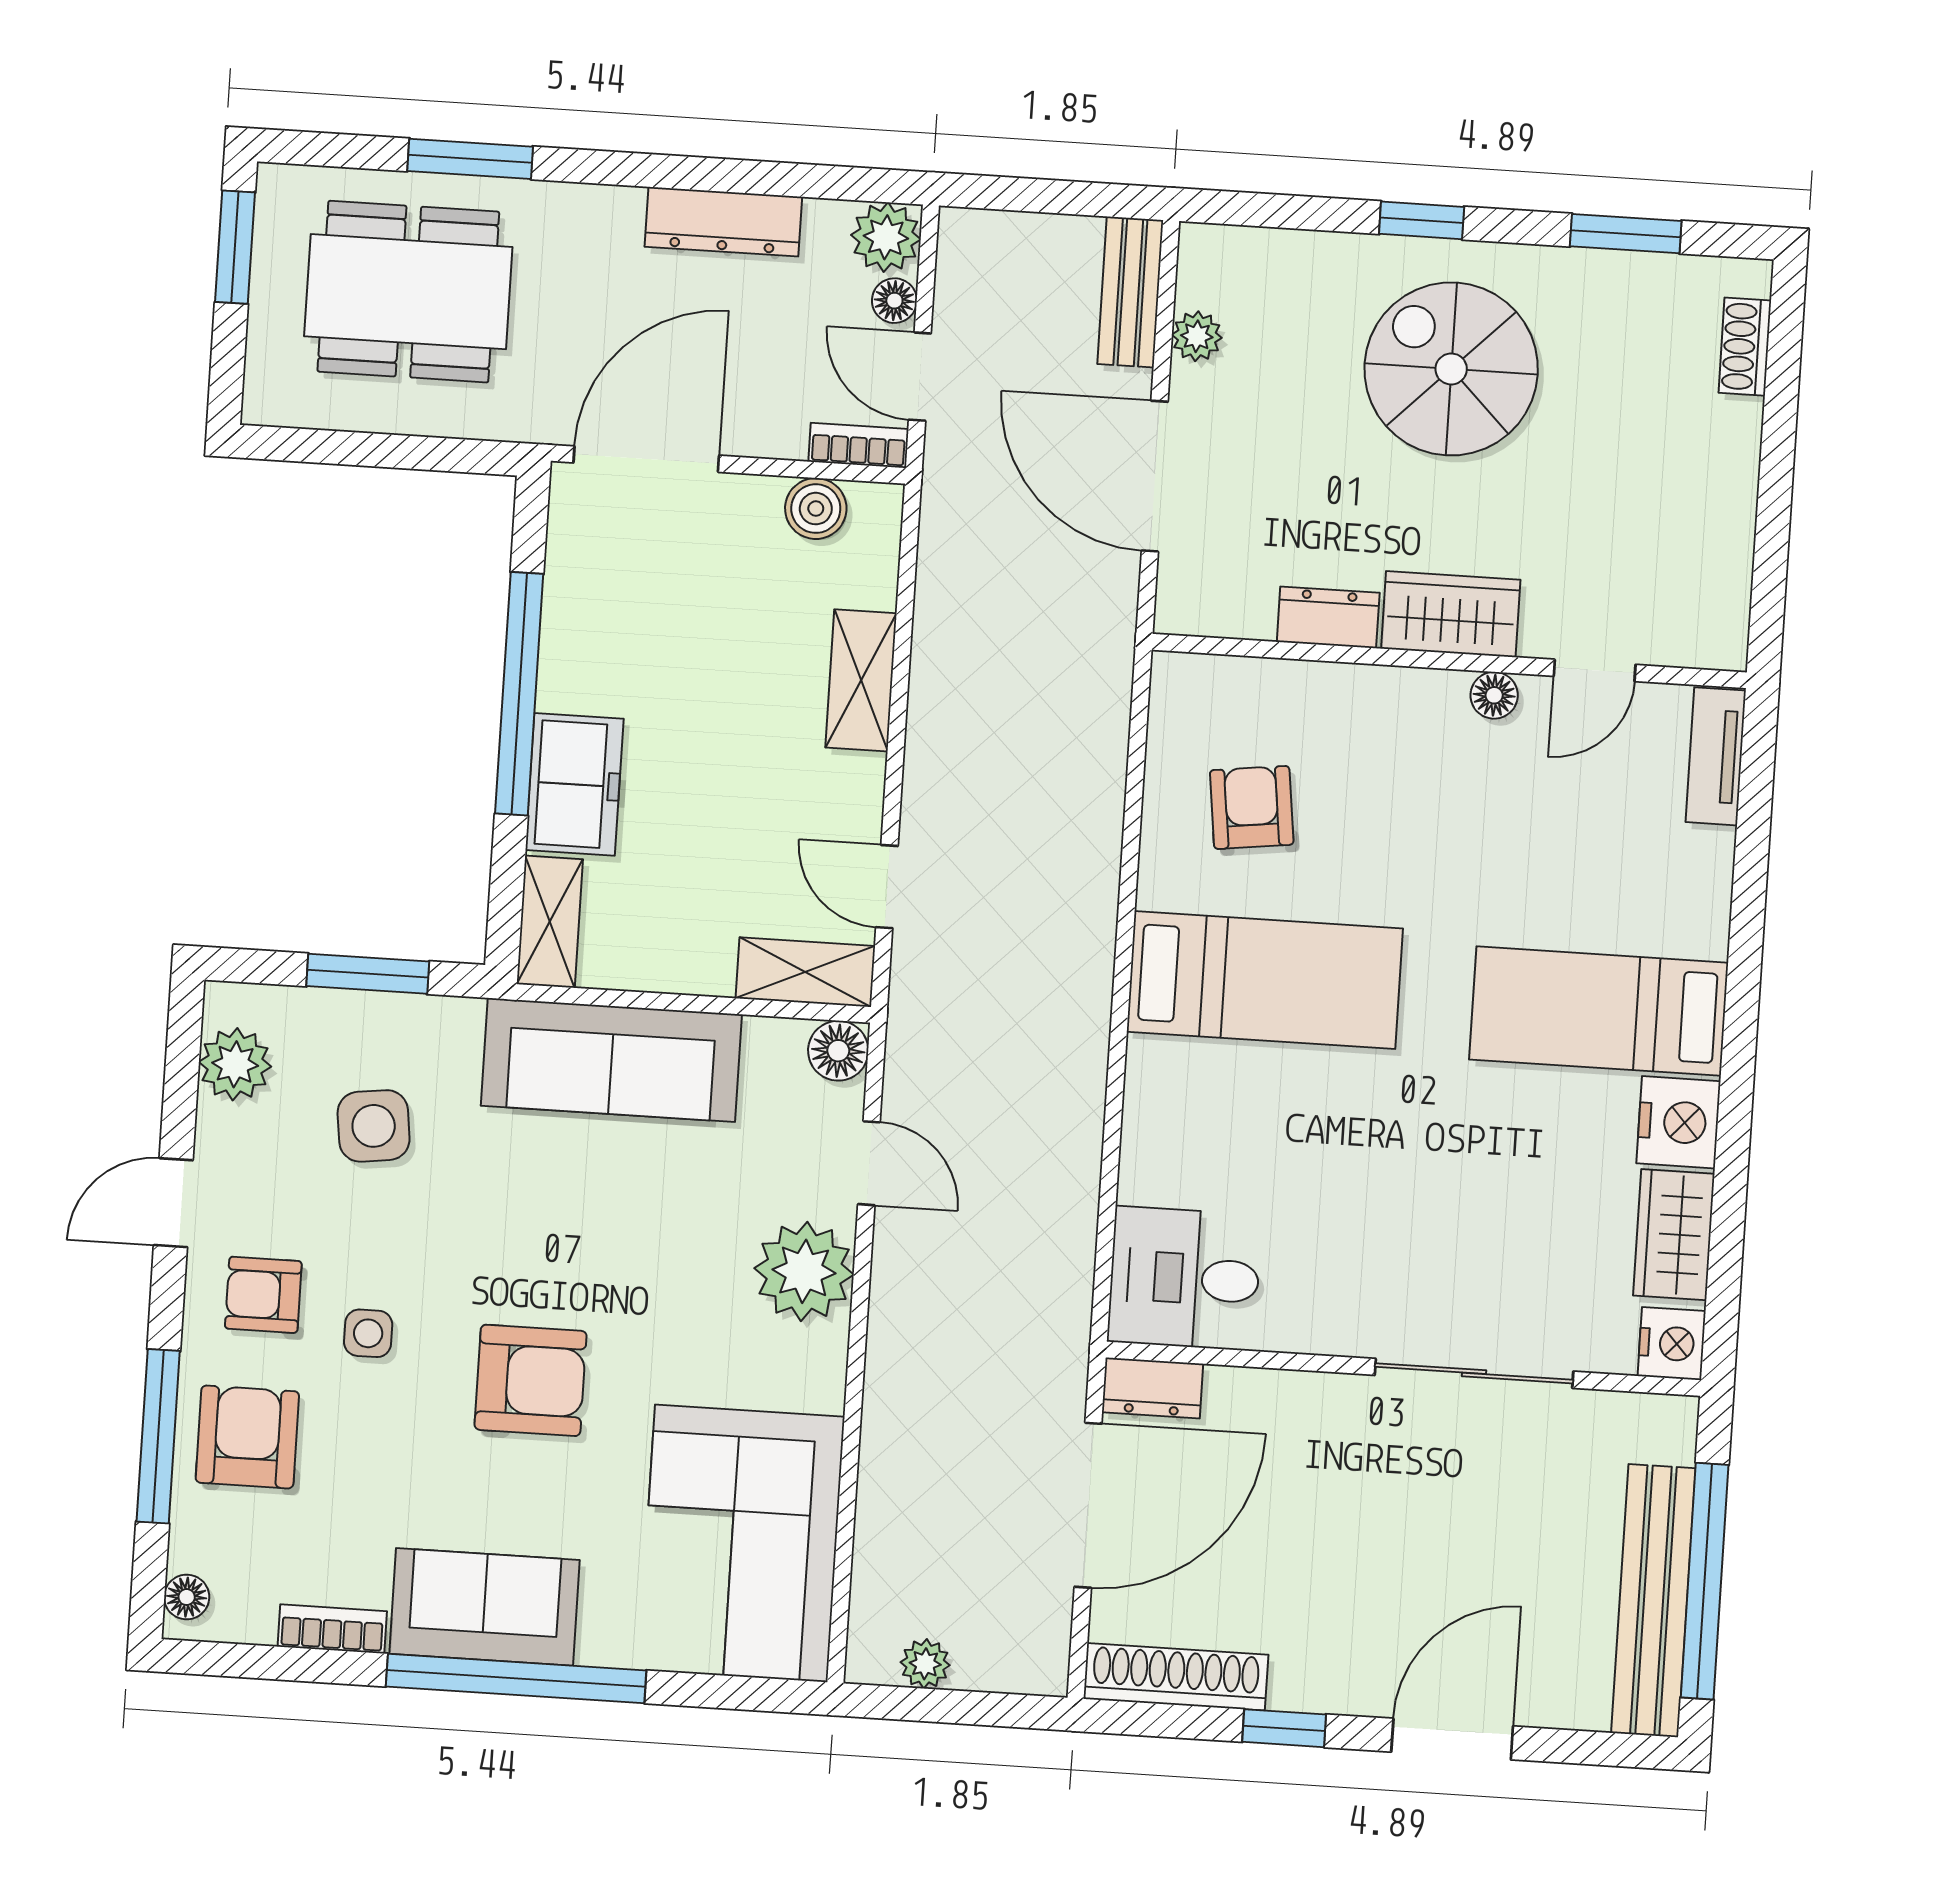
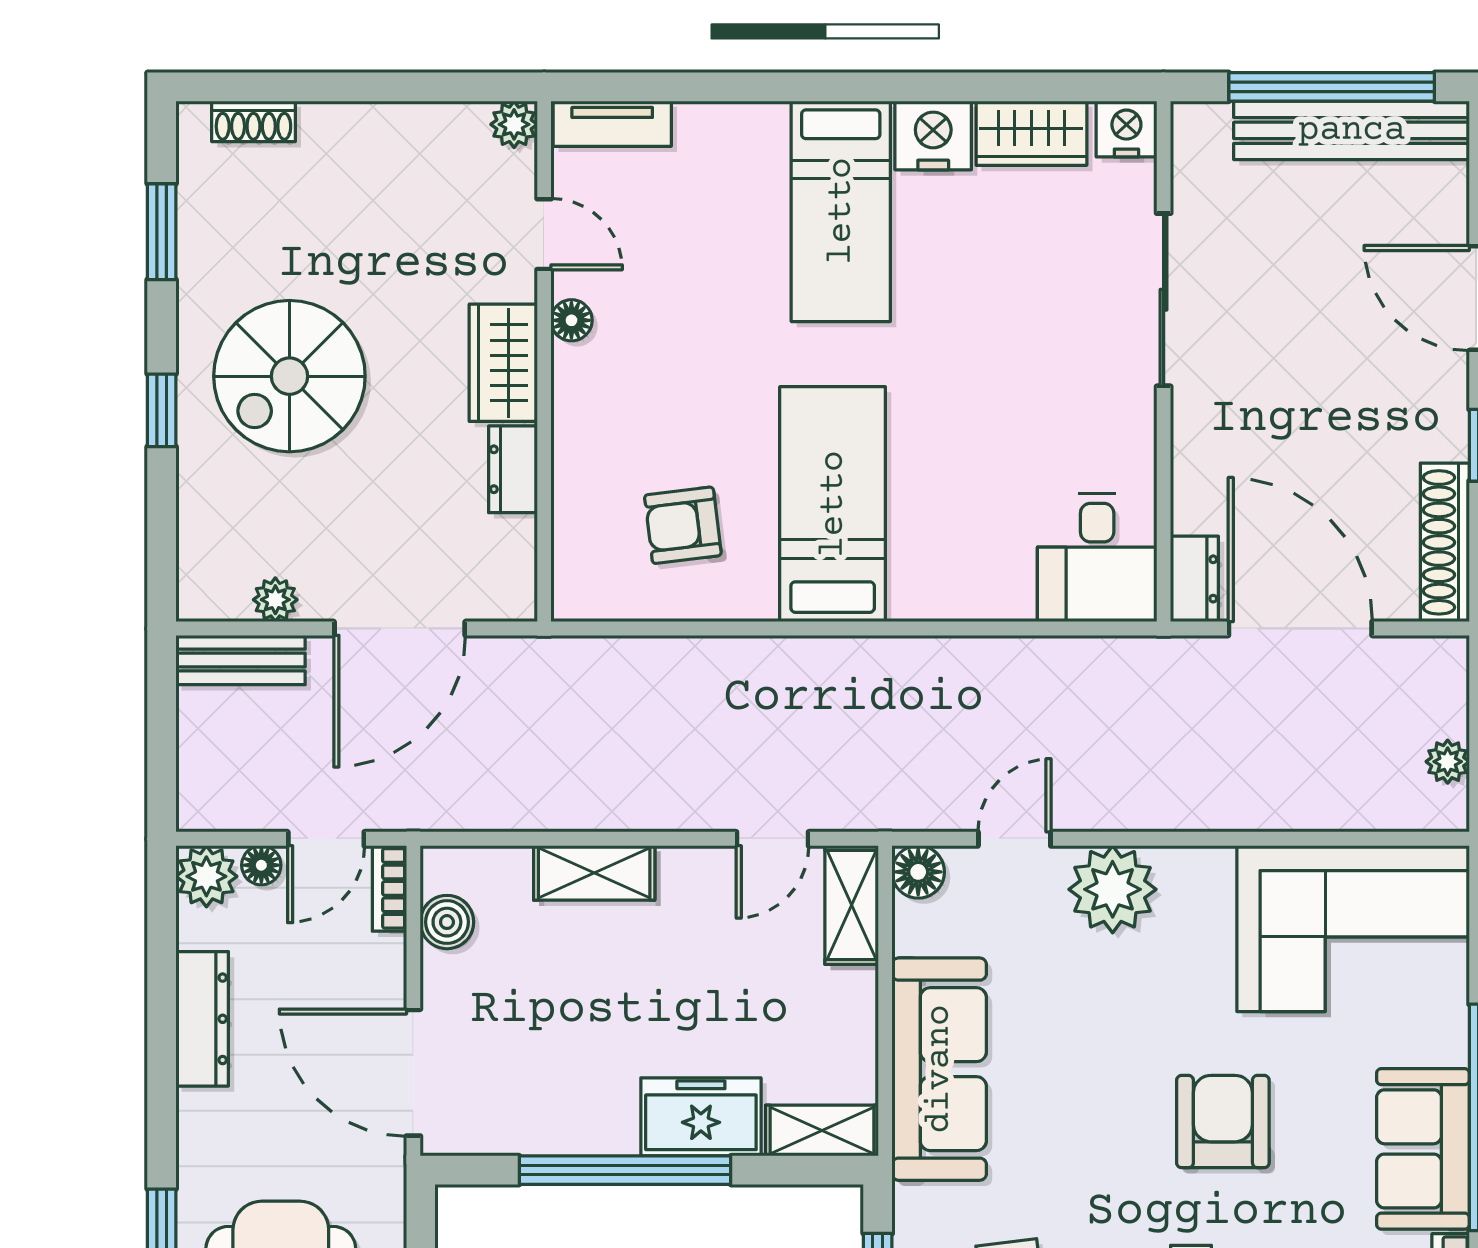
plant: (1722, 644) -> (514, 124), added

